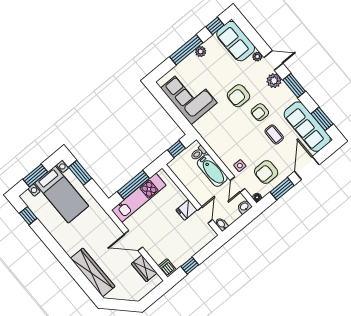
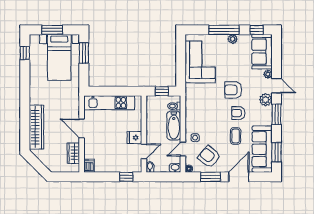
armchair: (266, 172) -> (209, 157), turned 39
window: (133, 185) -> (113, 91), removed
window: (190, 266) -> (126, 177), moved

